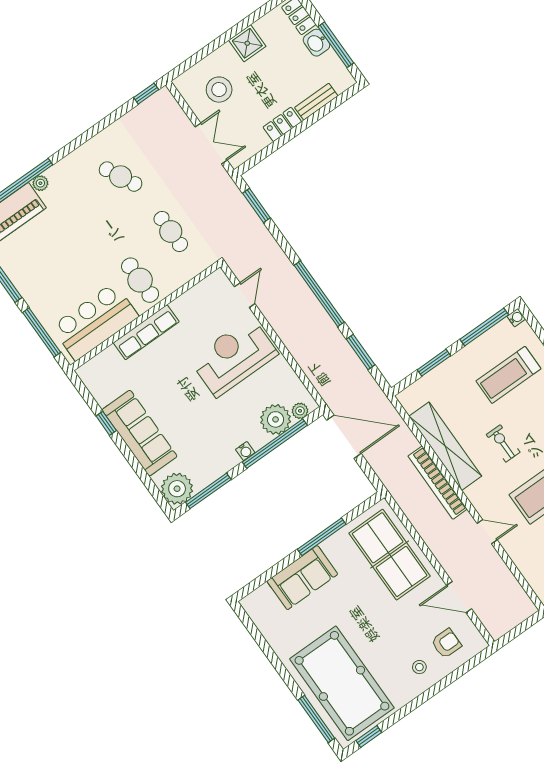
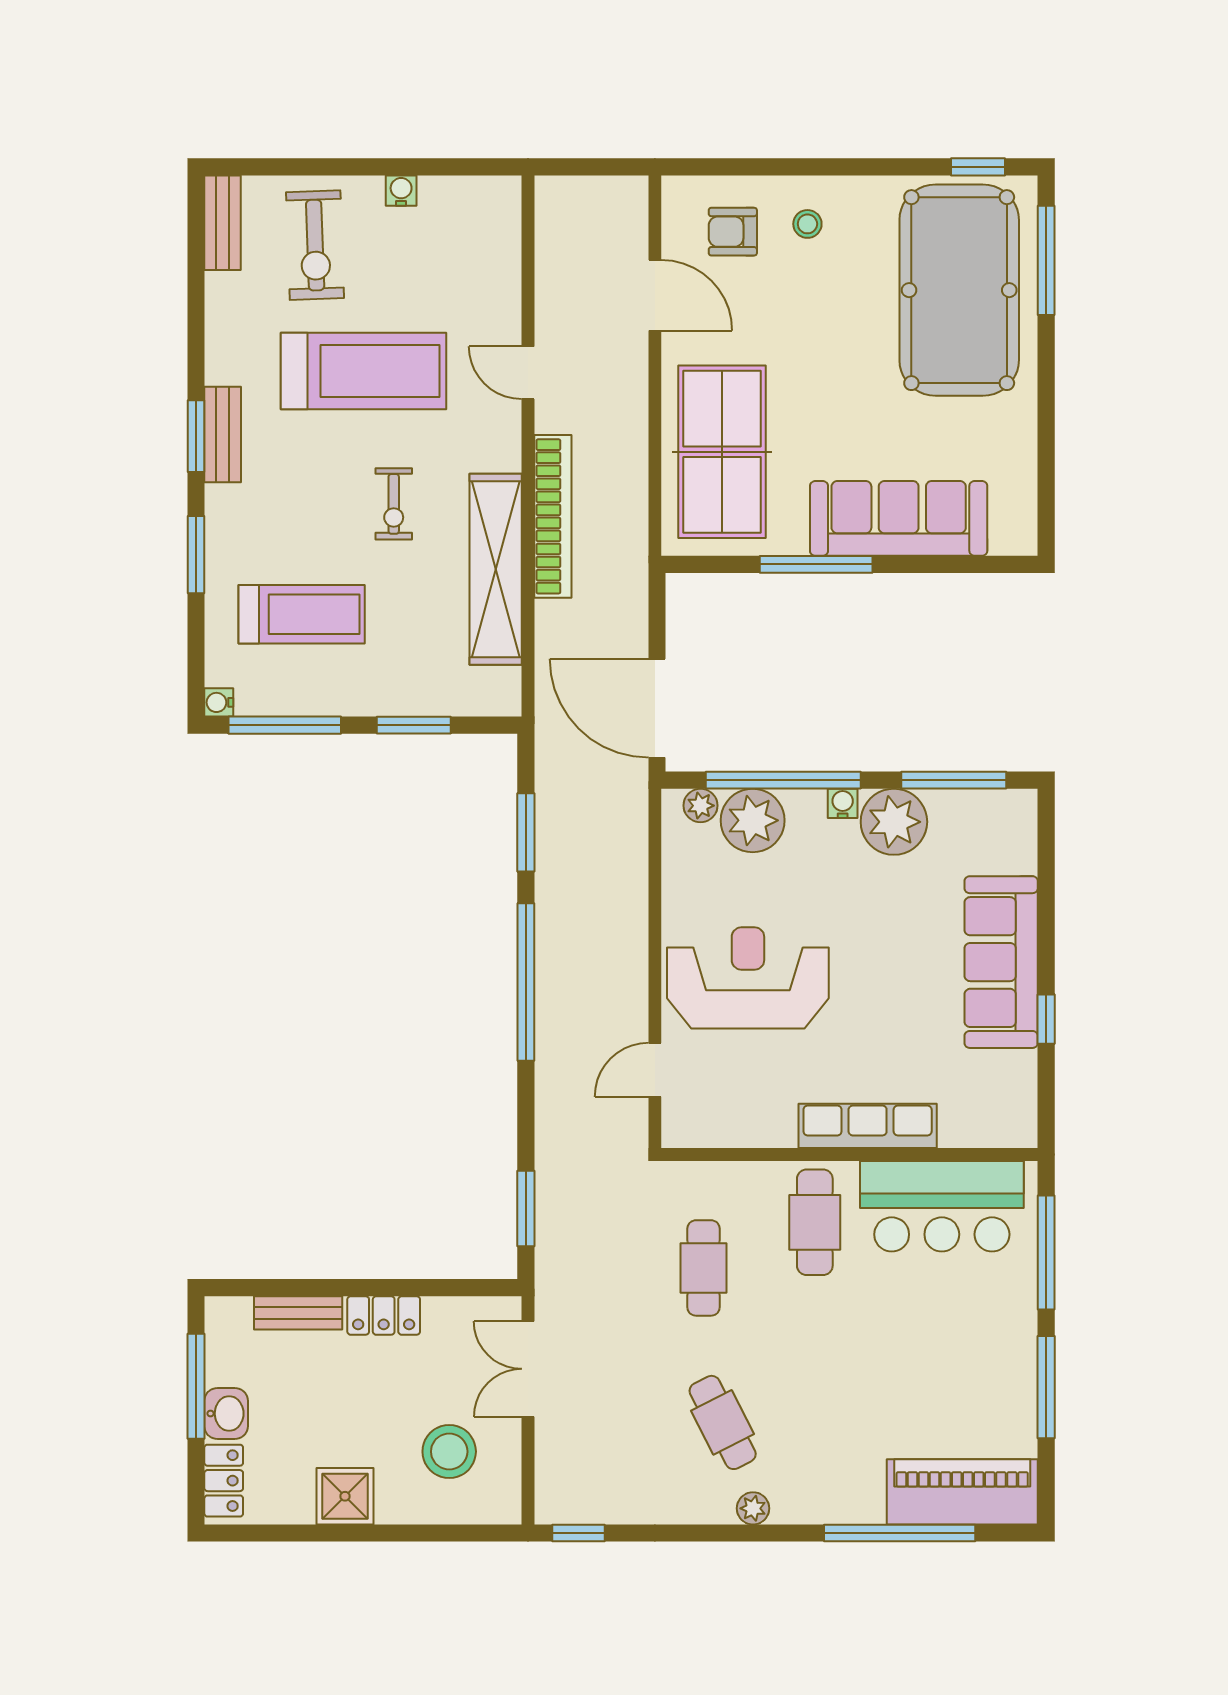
plant: (40, 183) -> (753, 1508), moved
reception desk: (234, 357) -> (748, 978), turned 180
plant: (177, 489) -> (894, 822), moved
sofa: (302, 578) -> (899, 518), width x1.36

